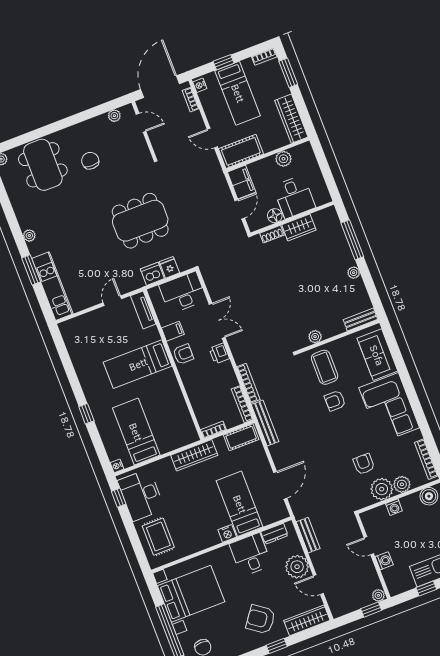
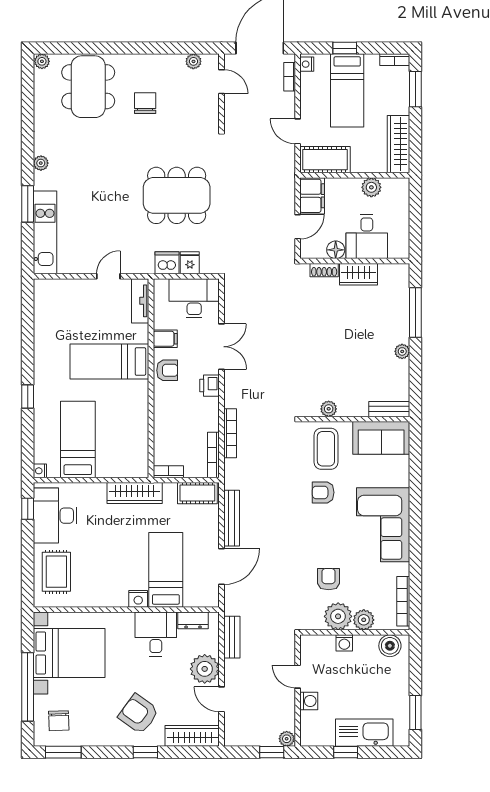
sofa: (377, 355) -> (381, 438), moved, turned -90
bench: (265, 423) -> (232, 518), moved

